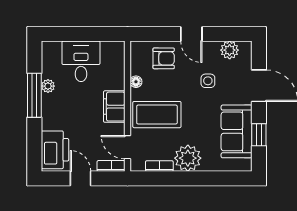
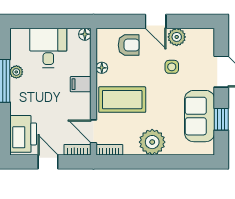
floor lamp: (119, 47) -> (85, 34), added
plant: (230, 50) -> (177, 37), moved
filing cabinet: (114, 107) -> (81, 84), width x0.50
bookcase: (159, 166) -> (109, 150), moved

